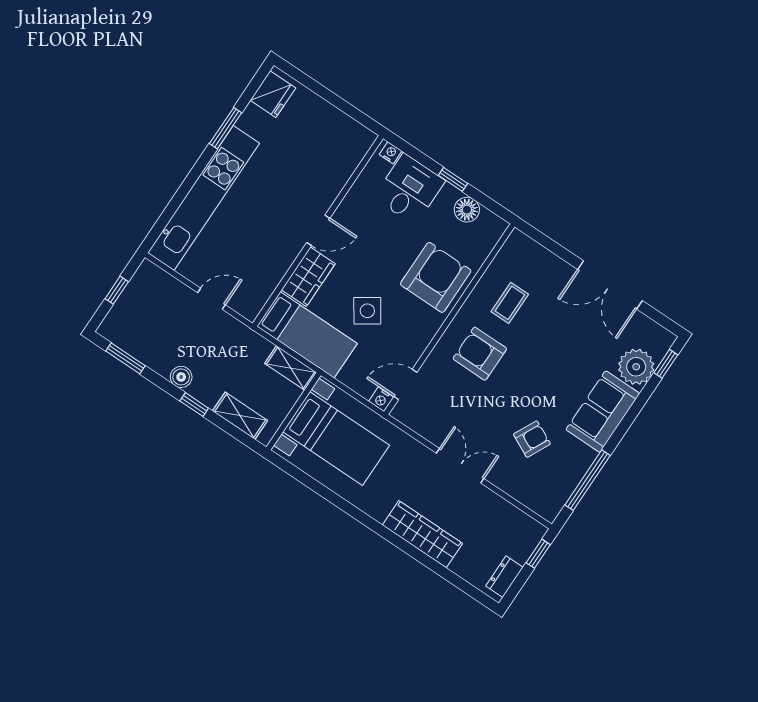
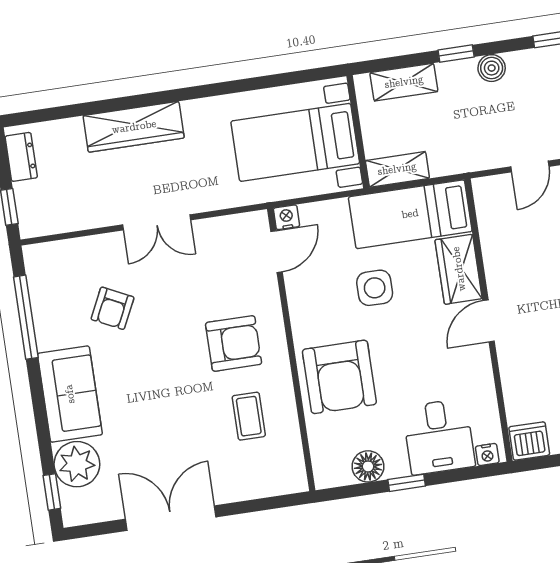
dishwasher: (359, 138) -> (529, 441), added
side table: (367, 311) -> (375, 288), turned 34

